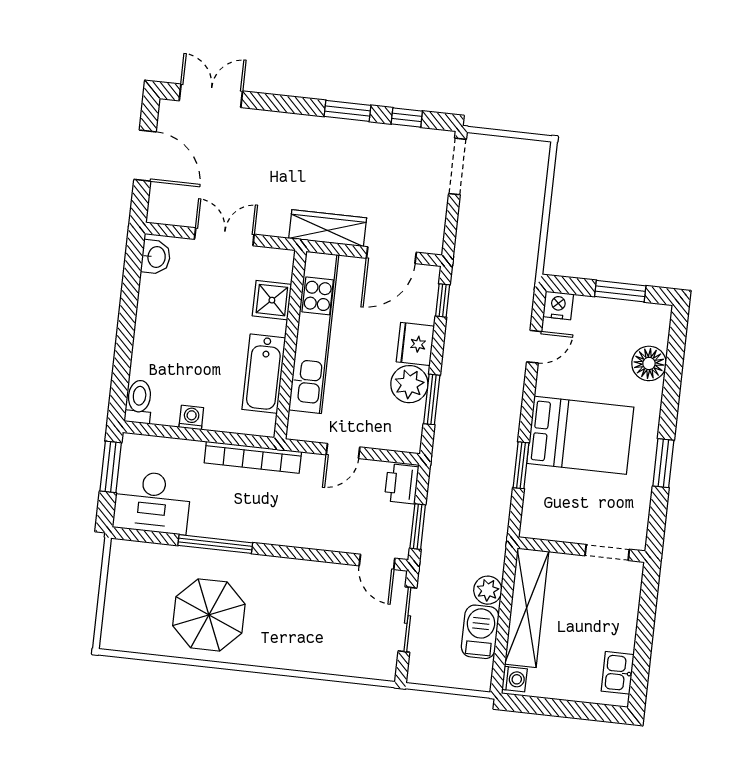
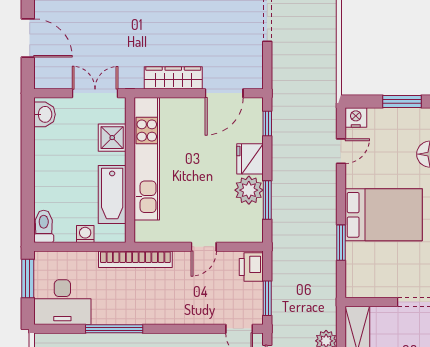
shower: (272, 300) -> (112, 138), moved
kitchen unit: (314, 332) -> (147, 159), moved
wall: (290, 345) -> (130, 170), moved
bathtub: (264, 374) -> (112, 194), moved

